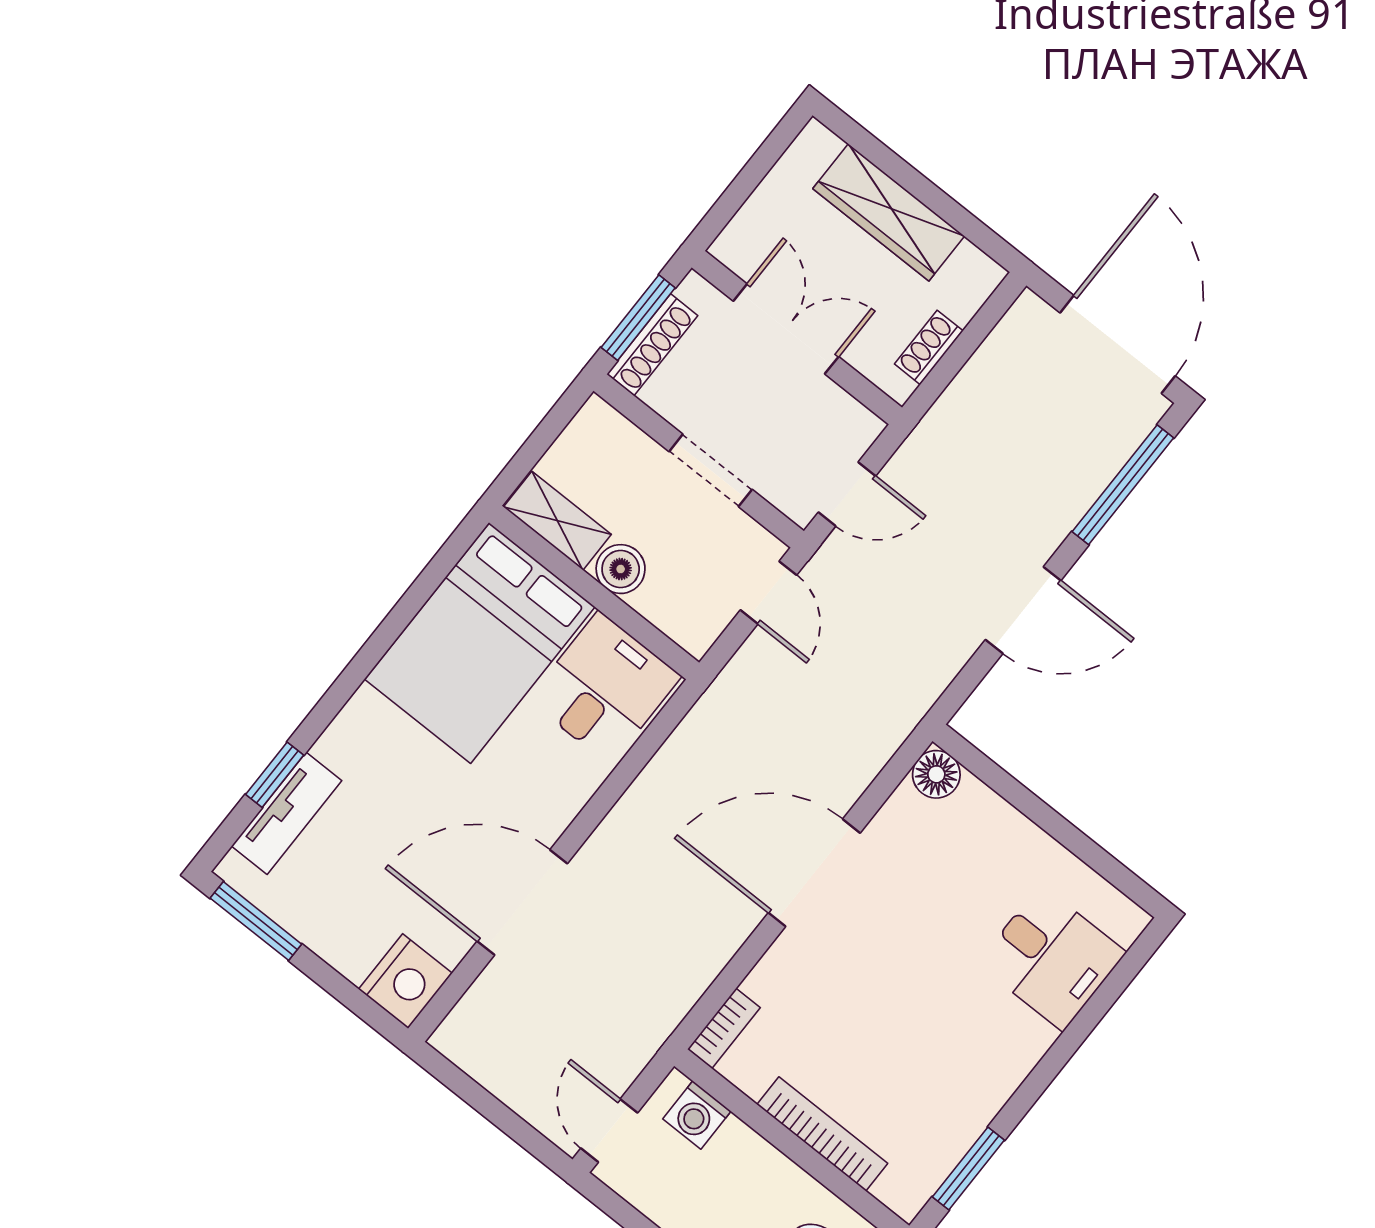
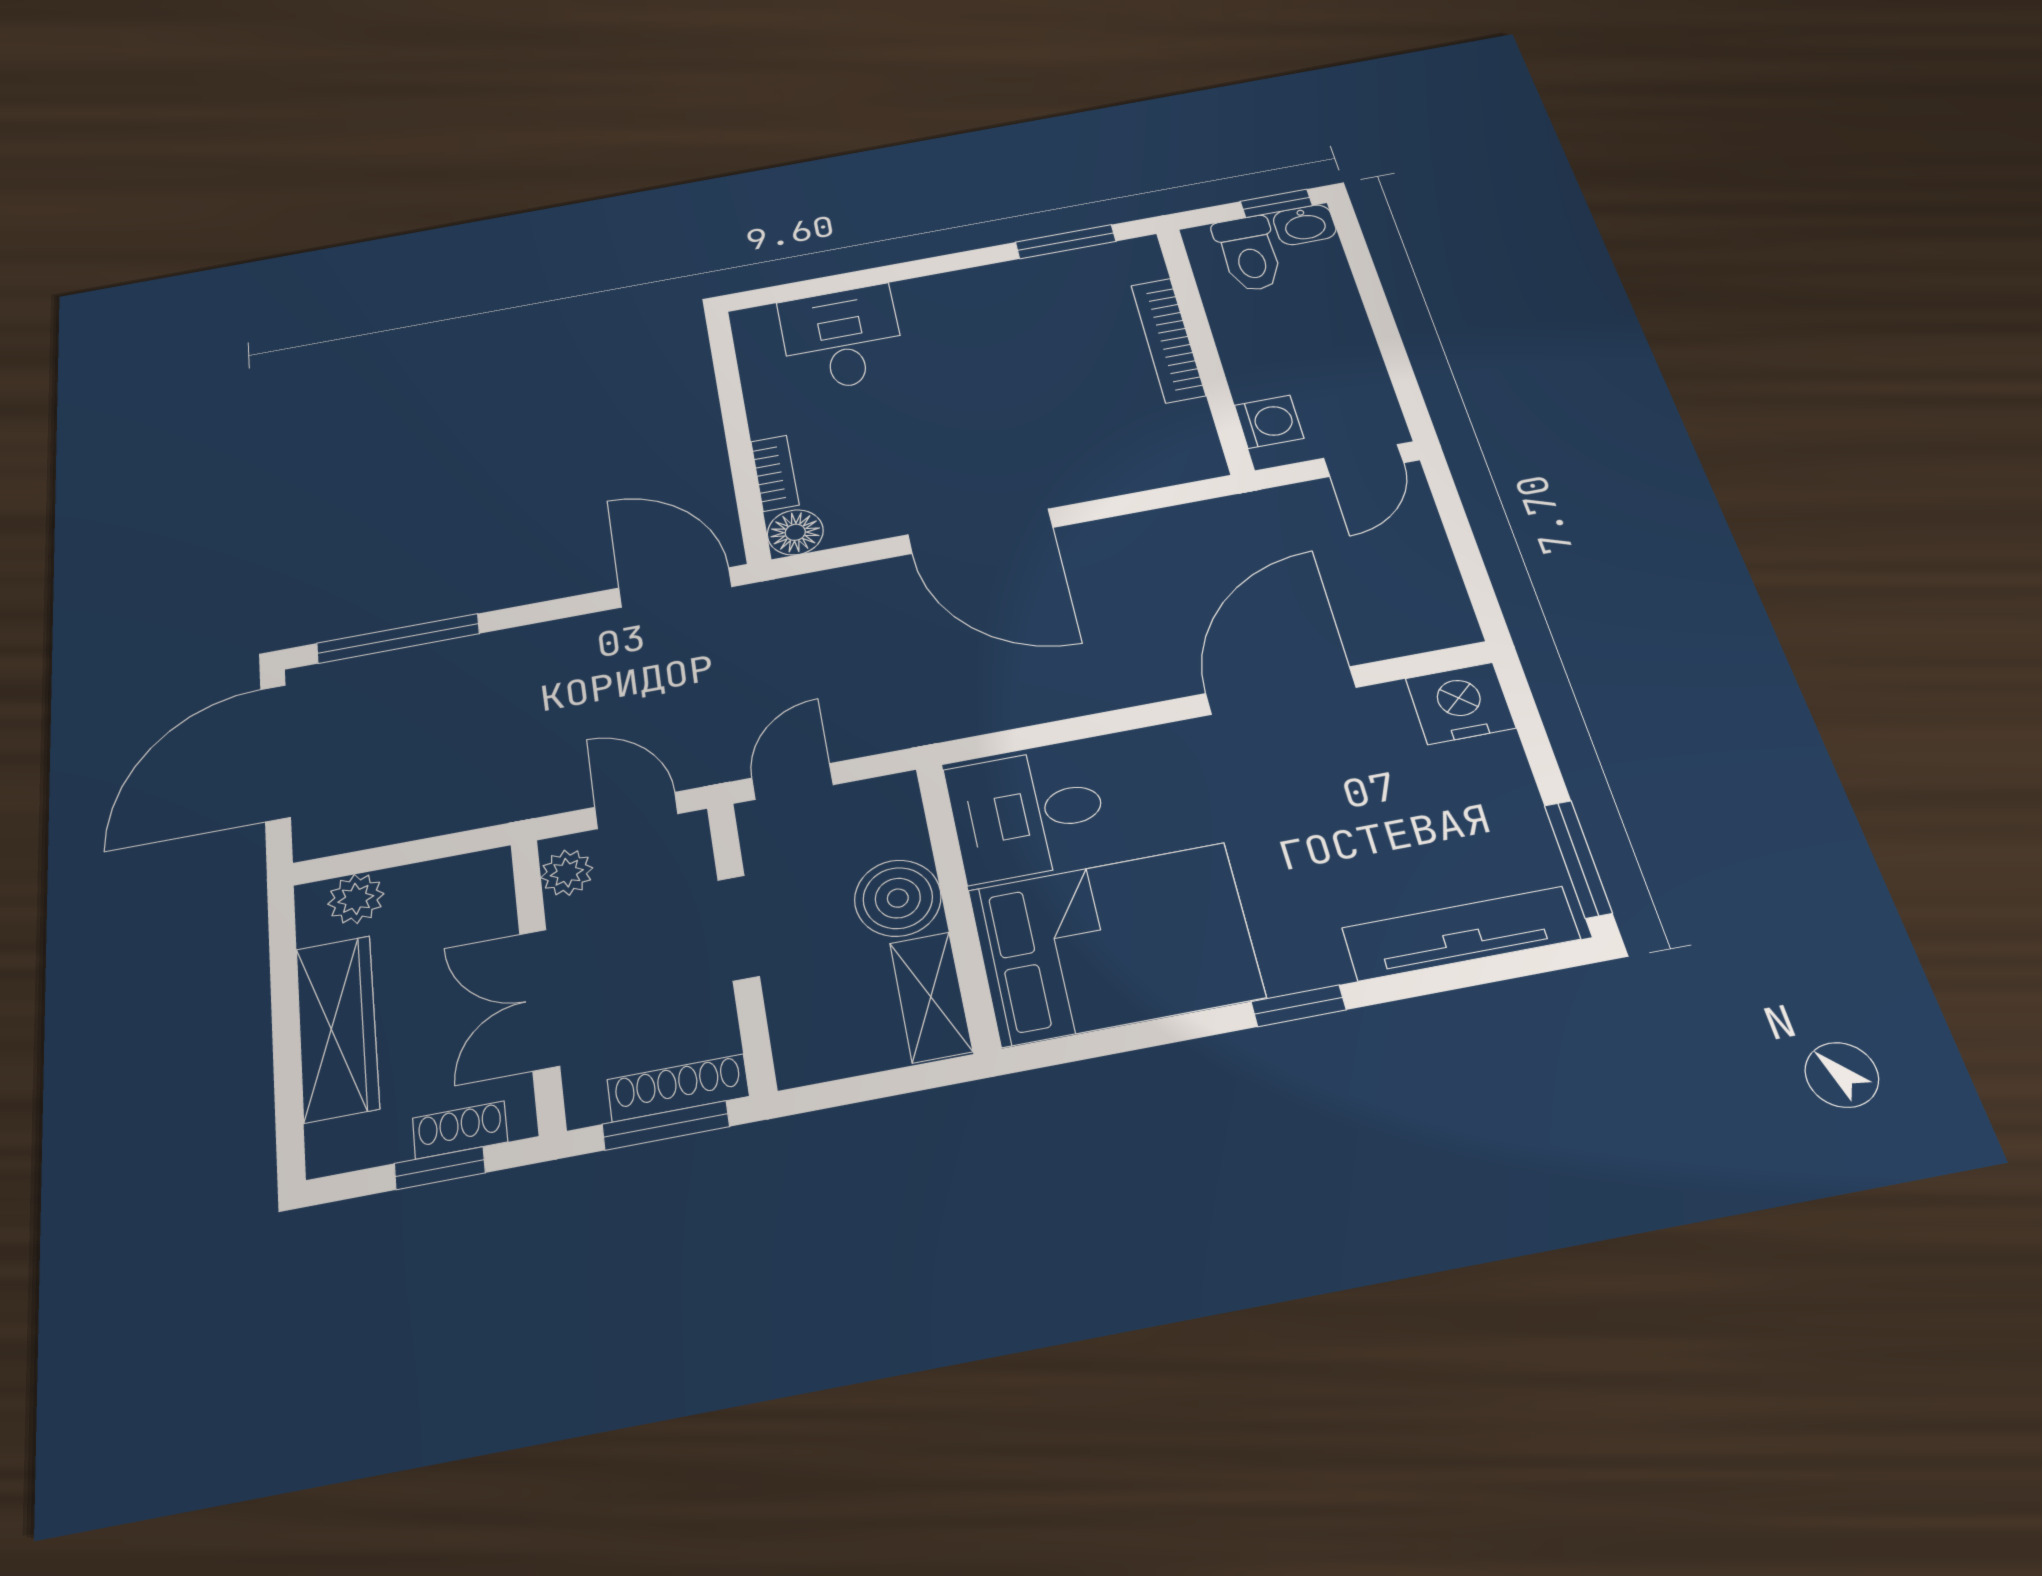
window: (743, 186) -> (440, 1168), added
plant: (962, 296) -> (356, 899), added
shoe rack: (929, 347) -> (460, 1130), moved, turned 180
plant: (849, 419) -> (567, 873), added
boiler: (621, 569) -> (898, 898), width x1.36, depth x1.36
door: (1023, 610) -> (675, 587), moved
window: (275, 775) -> (1298, 1006), moved
tv unit: (287, 813) -> (1461, 933), width x1.41
door: (522, 902) -> (1281, 691), swing flipped
bookcase: (724, 1028) -> (775, 473), moved, turned 90

